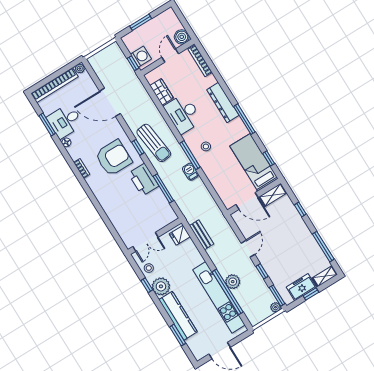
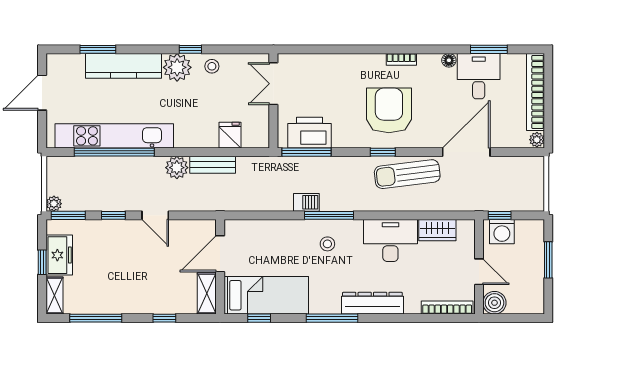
sun lounger: (154, 143) -> (407, 174), moved
armchair: (113, 158) -> (389, 110), turned 180
printer: (143, 180) -> (309, 133), moved
wall: (155, 236) -> (273, 101), moved
double door: (145, 242) -> (273, 84), moved
plant: (233, 282) -> (177, 168), moved

